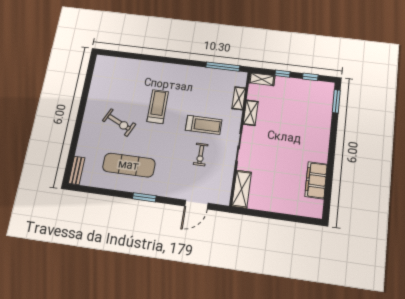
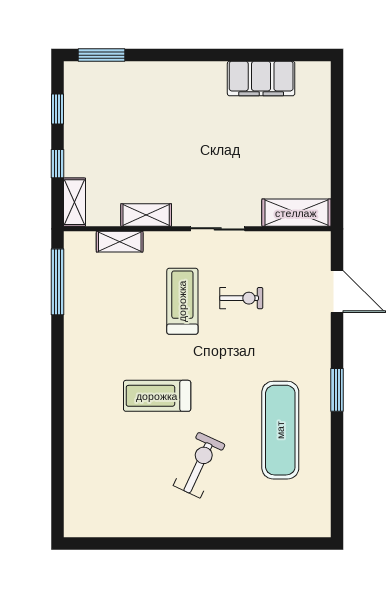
bench: (77, 170) -> (304, 527), removed

